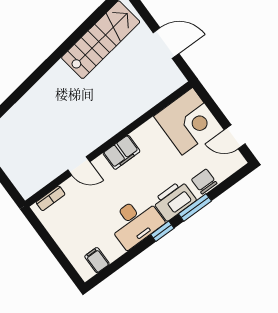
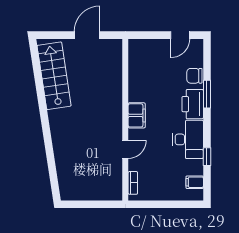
corner desk: (187, 121) -> (148, 58), removed
window: (162, 231) -> (207, 157), moved

